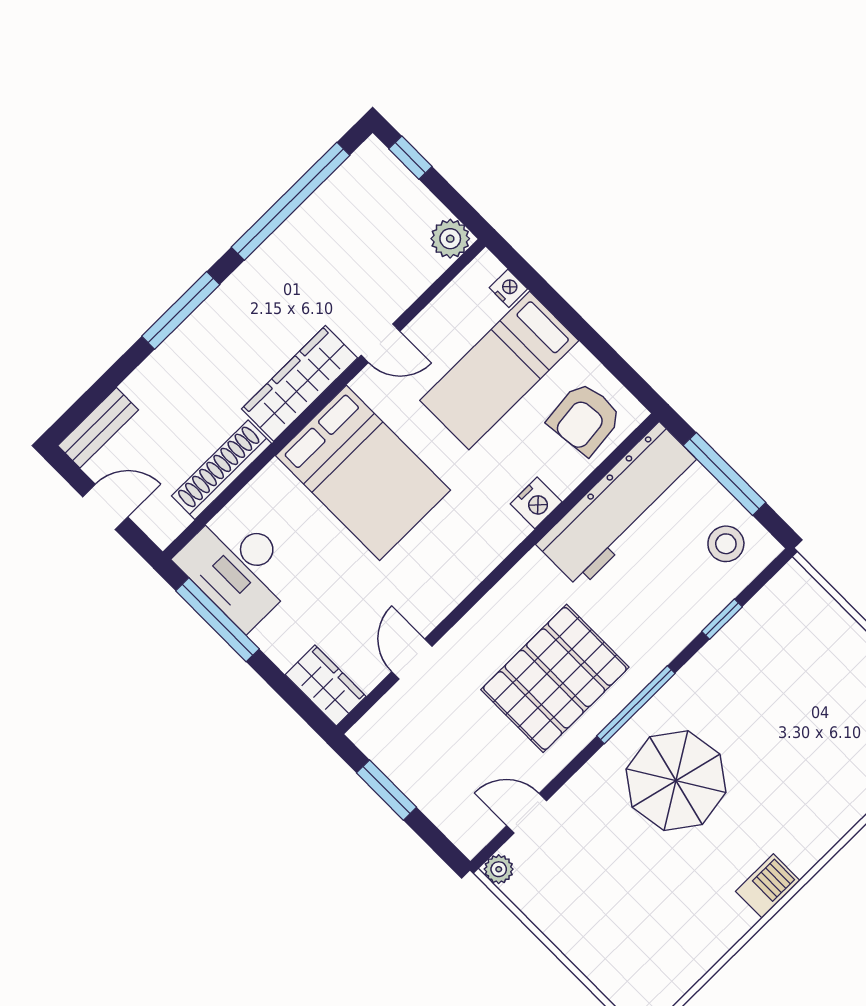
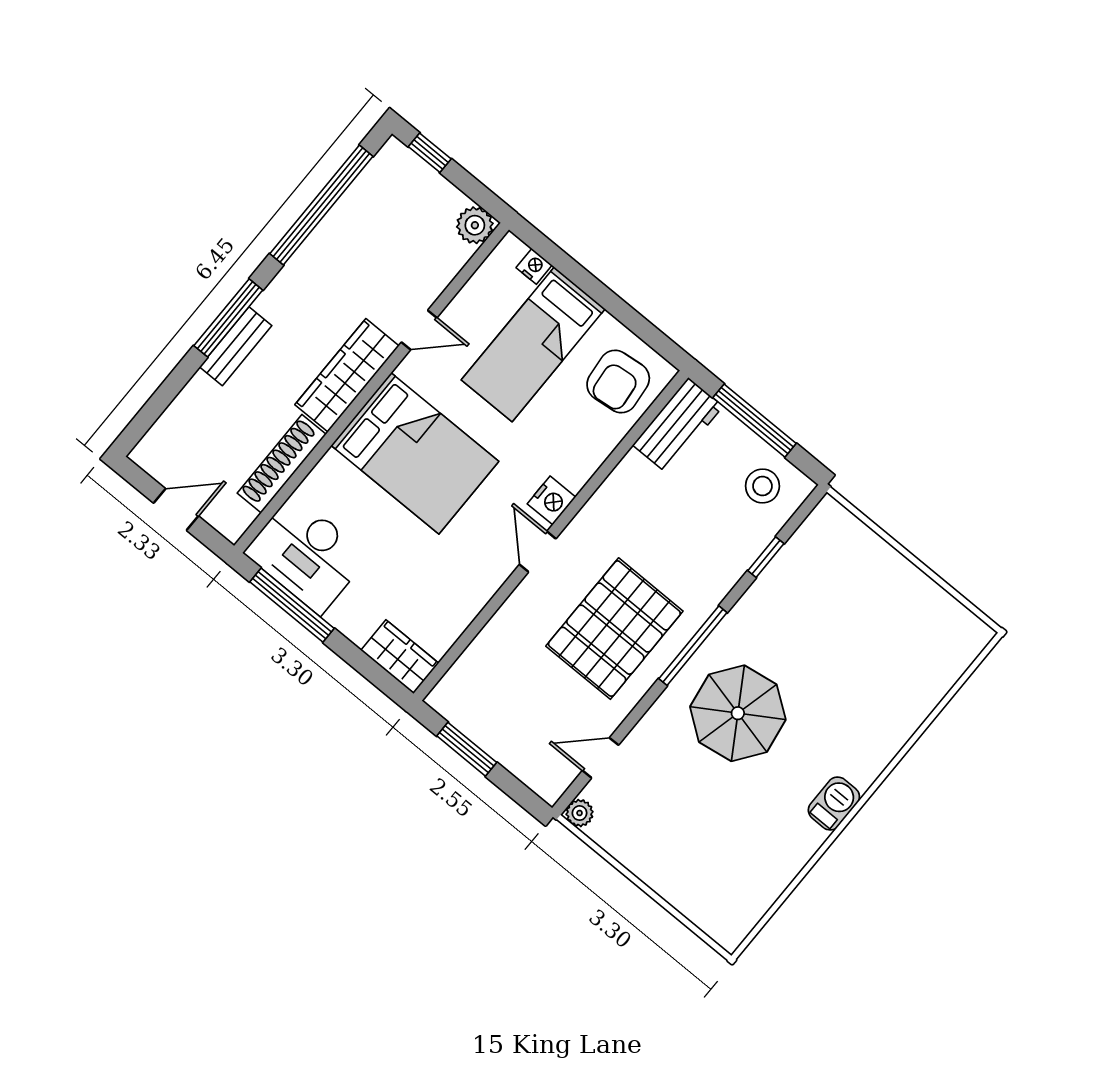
bench: (98, 428) -> (236, 346), moved
nightstand: (536, 503) -> (551, 500), moved
workbench: (620, 505) -> (678, 426), width x0.53, depth x0.76
door: (412, 659) -> (538, 552), moved

